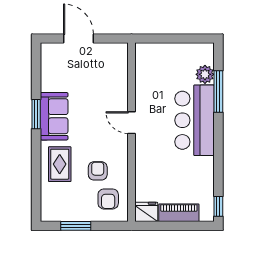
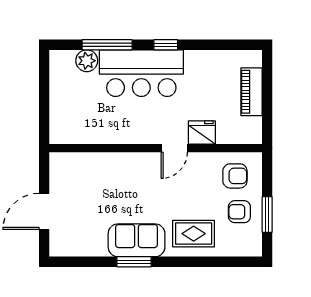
door: (131, 123) -> (174, 148), moved
armchair: (98, 171) -> (239, 212), moved
window: (218, 206) -> (166, 45), moved
fridge: (146, 212) -> (202, 133), moved, turned 90

